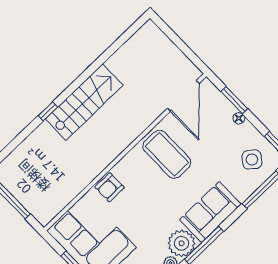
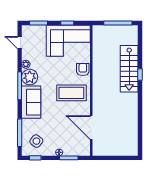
door: (183, 96) -> (91, 128), moved
stairs: (84, 102) -> (129, 69), moved
coffee table: (167, 154) -> (71, 93), moved

